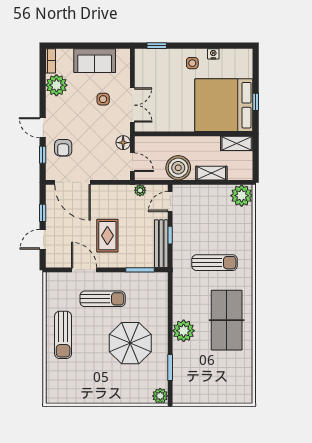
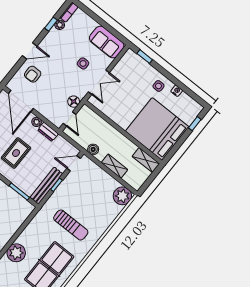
sofa: (95, 61) -> (107, 42), moved
plant: (56, 85) -> (60, 25), width x0.53, depth x0.53
window: (256, 102) -> (195, 124), moved
door: (43, 128) -> (30, 51), swing flipped
window: (43, 155) -> (51, 24), moved
boiler: (178, 168) -> (93, 149), width x0.54, depth x0.54
plant: (140, 190) -> (37, 122), moved
dresser: (122, 191) -> (48, 132), added

